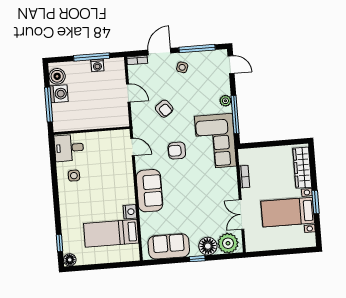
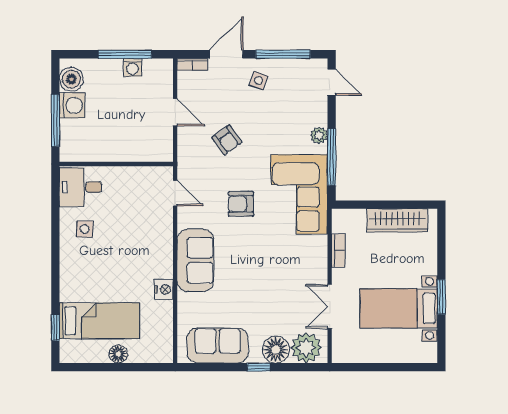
wardrobe: (302, 168) -> (397, 220), moved, turned -90
bed: (111, 233) -> (99, 321), moved, turned 180
floor lamp: (70, 260) -> (118, 354), moved

